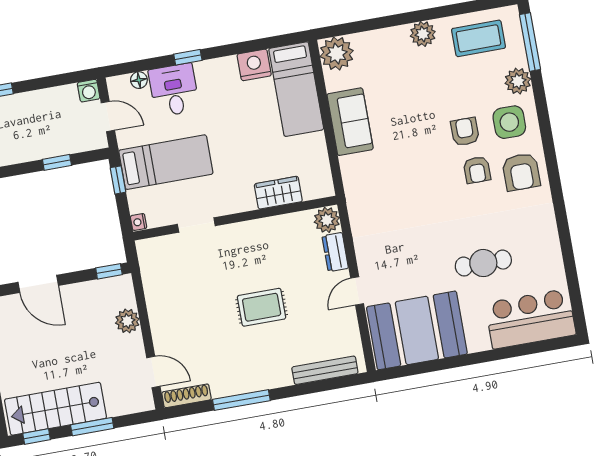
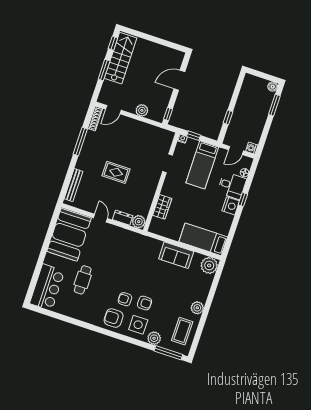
nightstand: (254, 65) -> (231, 206), moved
window: (118, 180) -> (193, 136), moved
rug: (262, 307) -> (116, 172), turned 90

